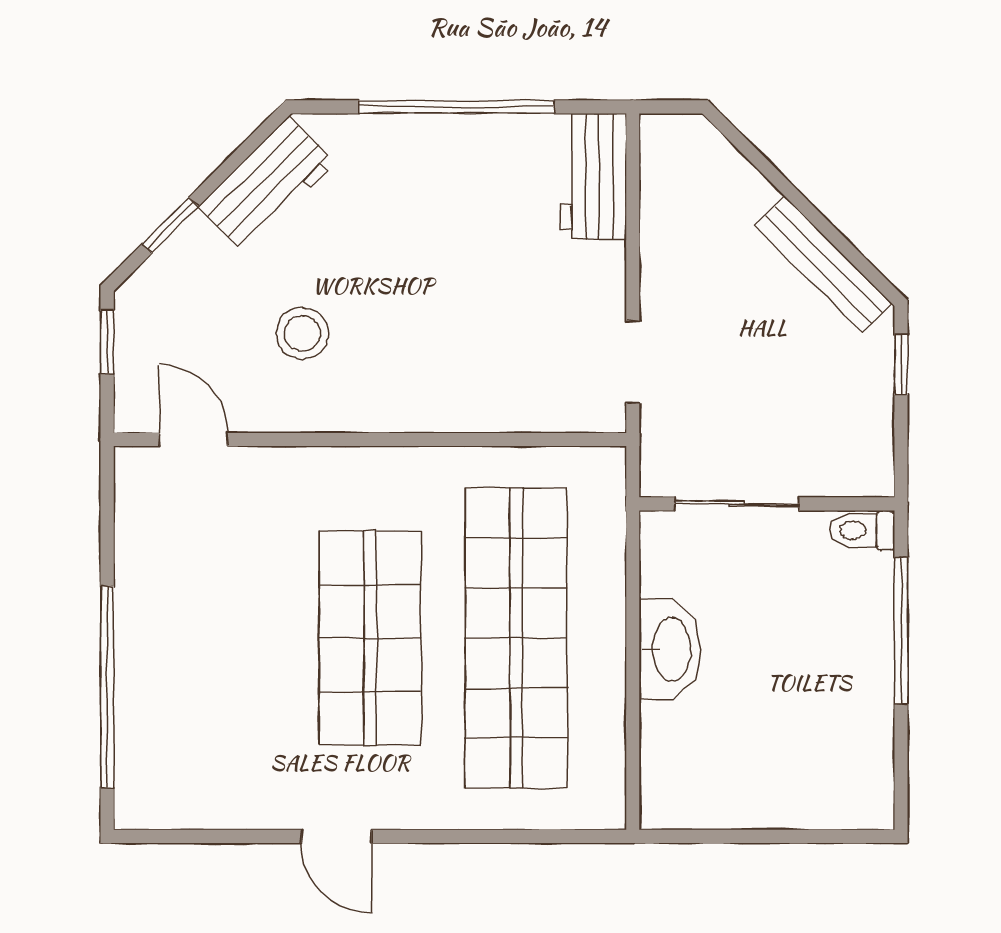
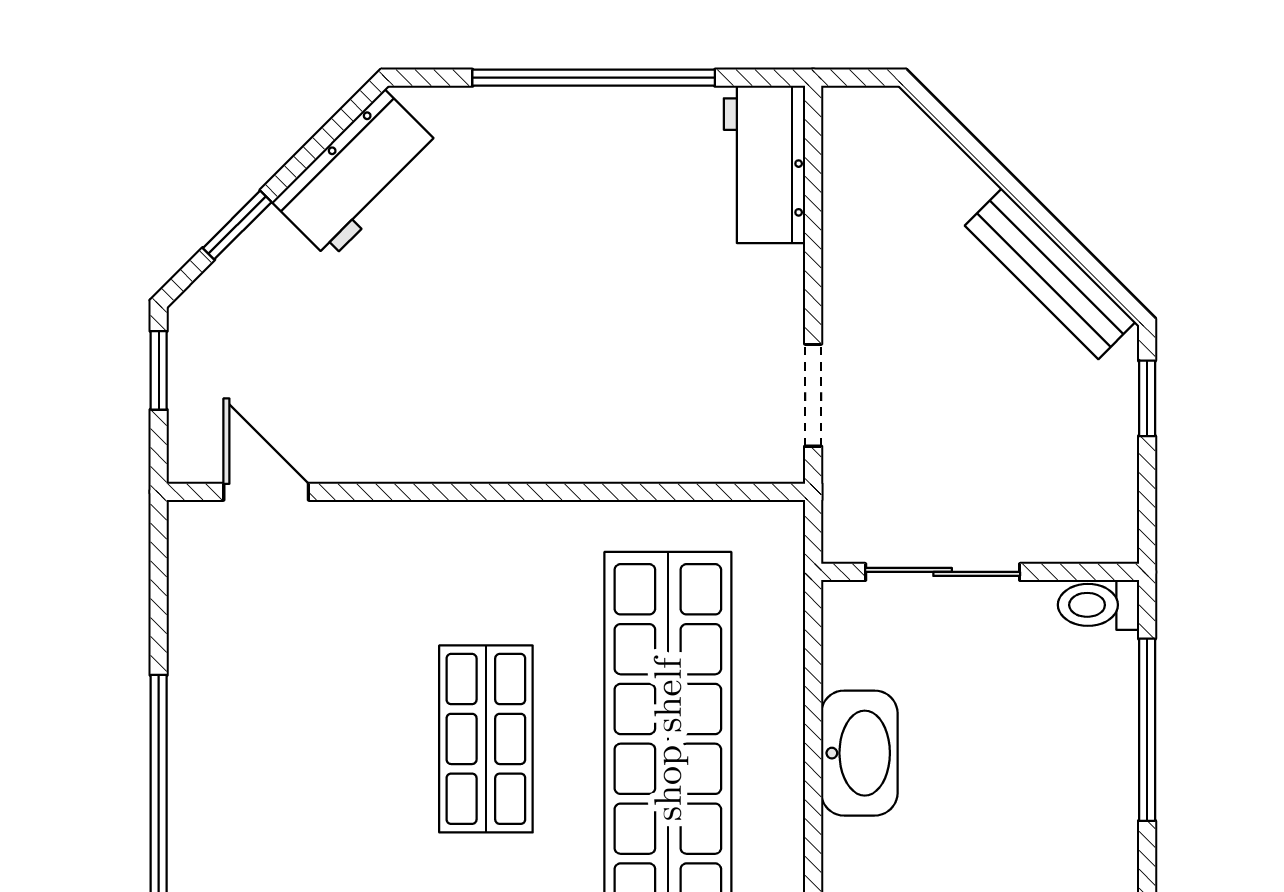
stool: (302, 333) -> (402, 360), removed
shop shelf: (370, 638) -> (486, 739), width x0.70, depth x0.74

